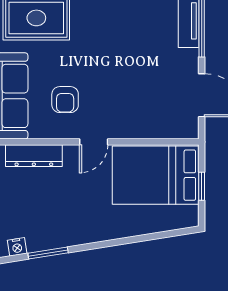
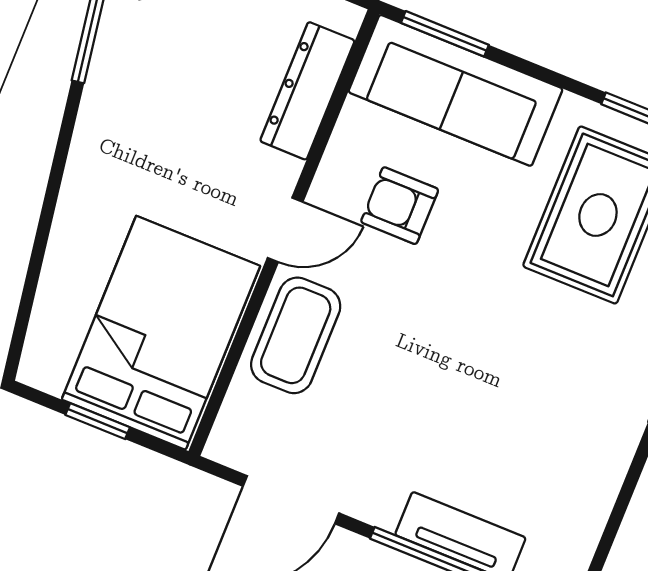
coffee table: (135, 120) -> (296, 335), added
door: (94, 142) -> (285, 230), swing flipped

